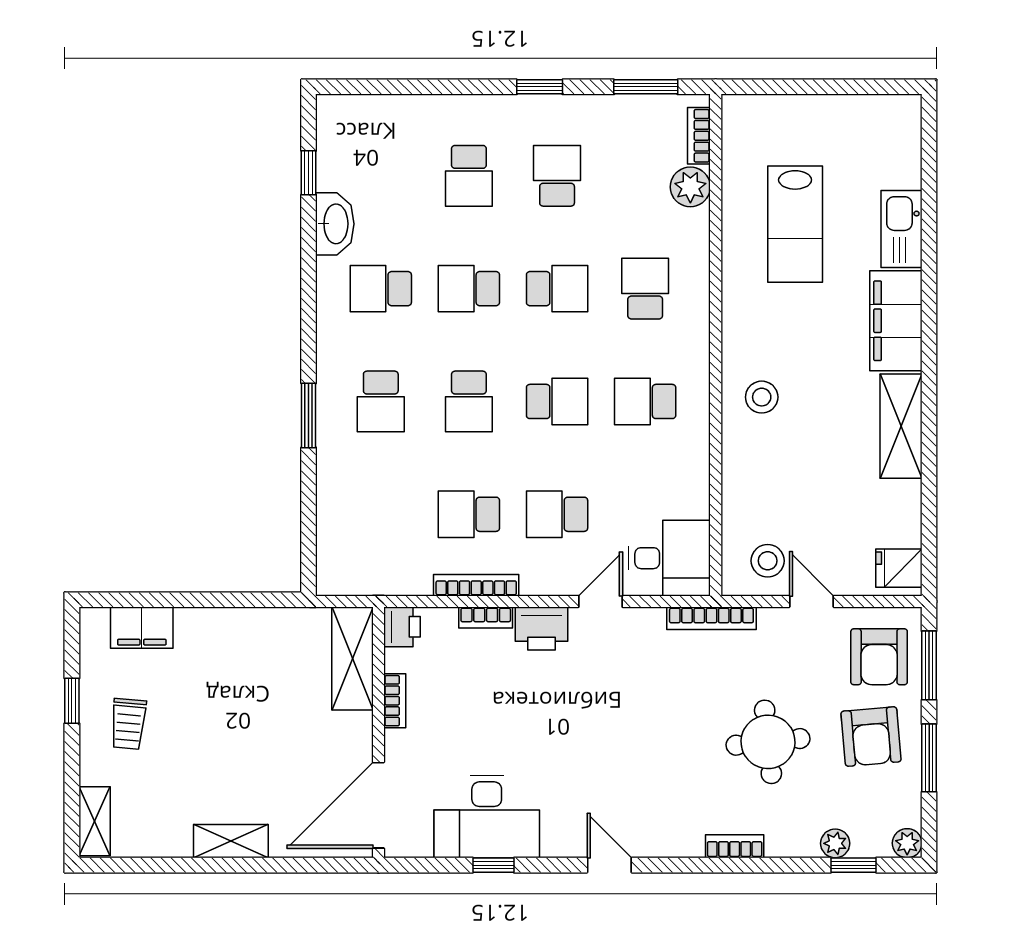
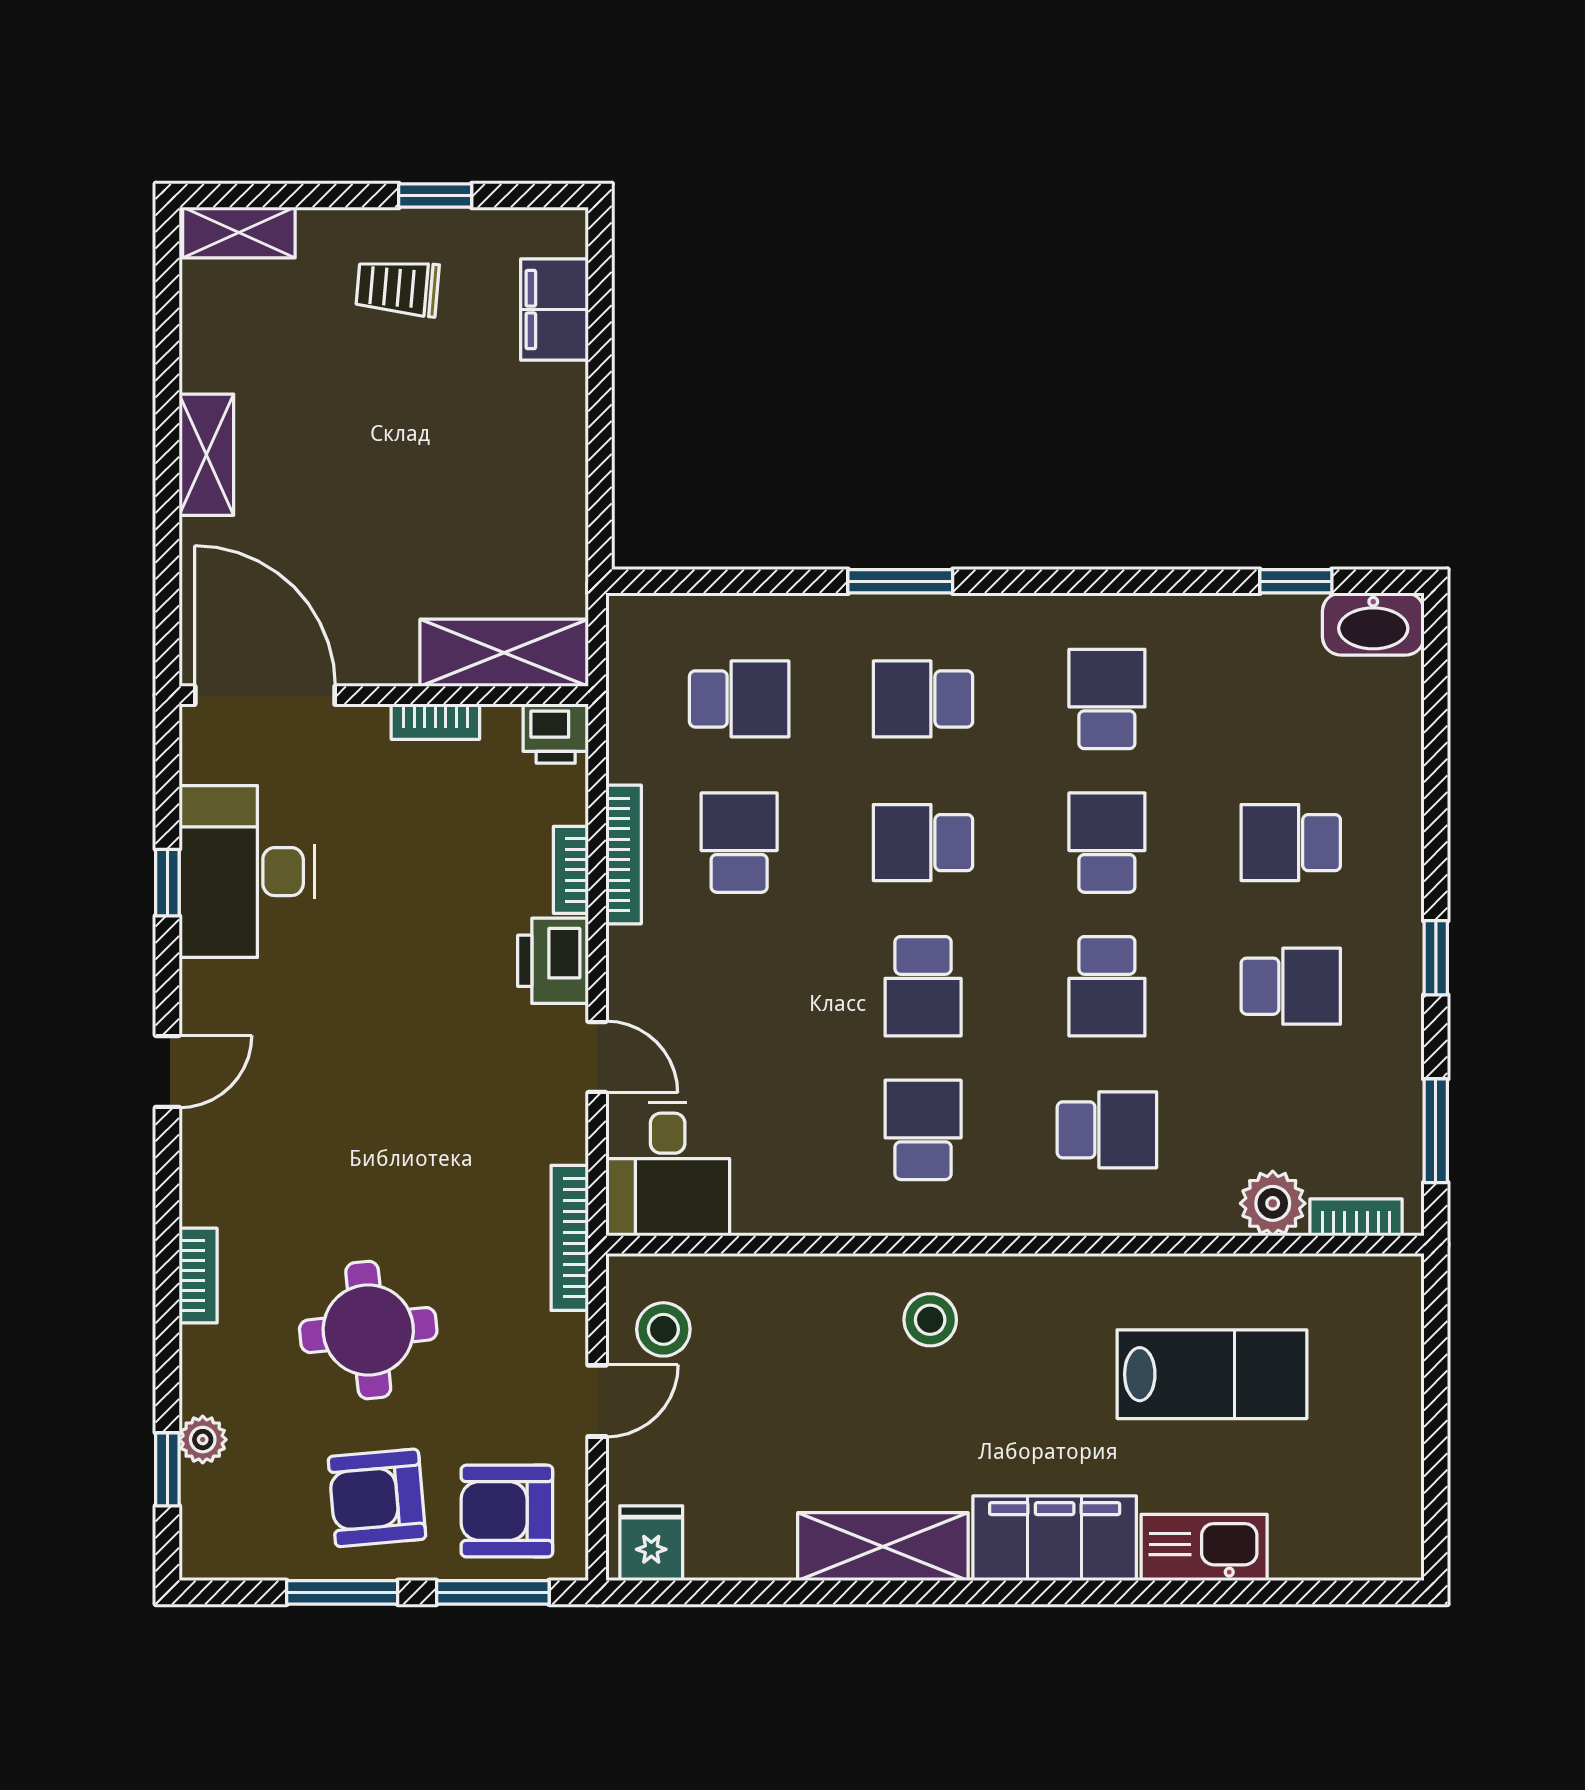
washbasin: (335, 224) -> (1373, 624), moved
lab bench: (795, 224) -> (1212, 1374), turned 180
school desk: (557, 514) -> (739, 699), moved, turned 90
plant: (907, 843) -> (203, 1557), removed

